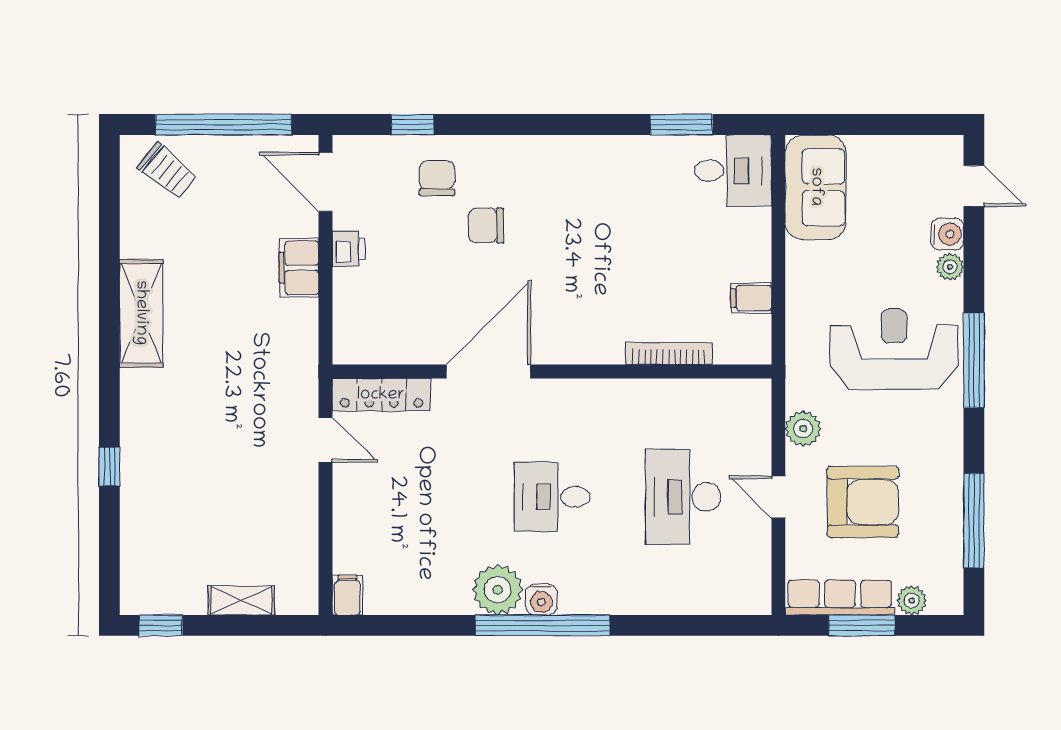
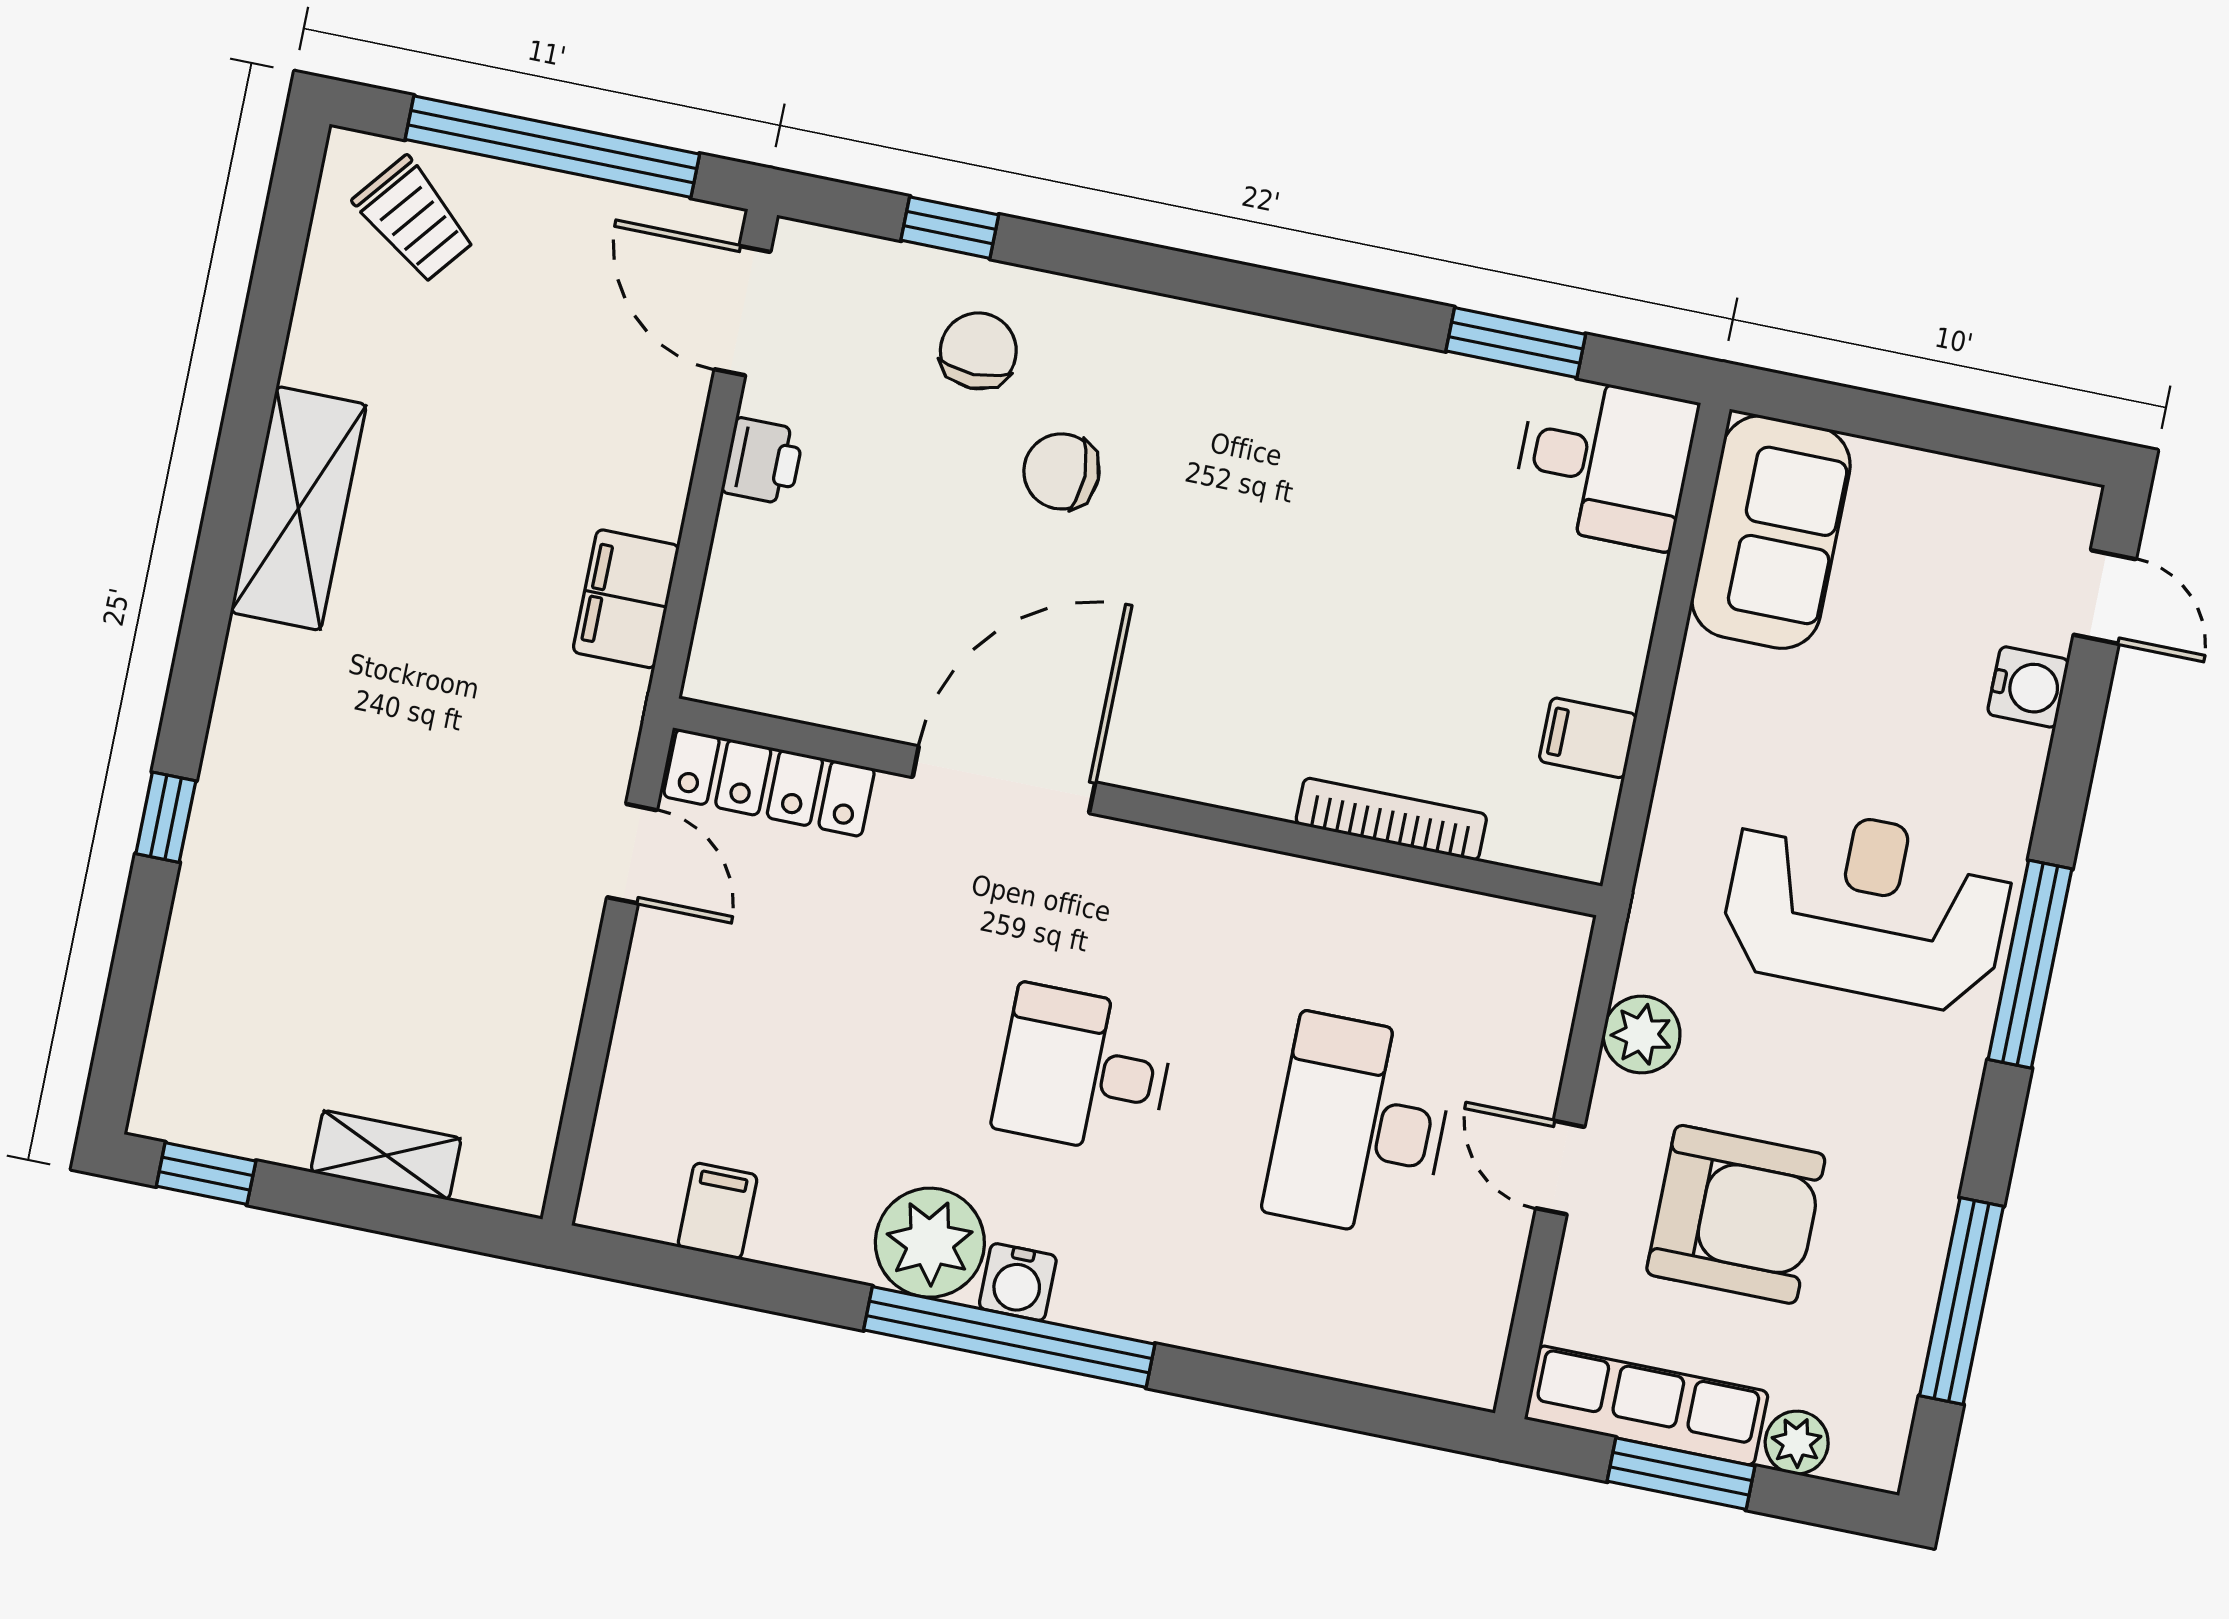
plant: (950, 267) -> (2020, 757), removed
filing cabinet: (299, 268) -> (626, 599), moved
filing cabinet: (347, 595) -> (718, 1211), moved

